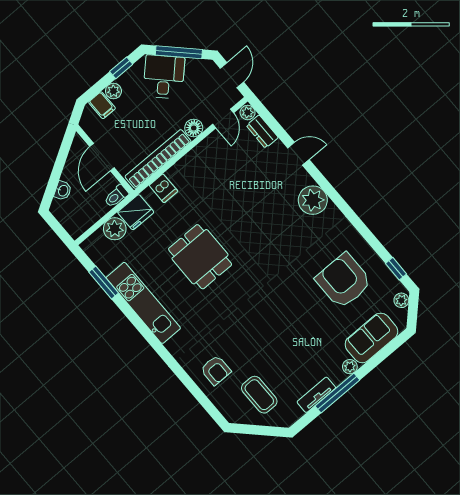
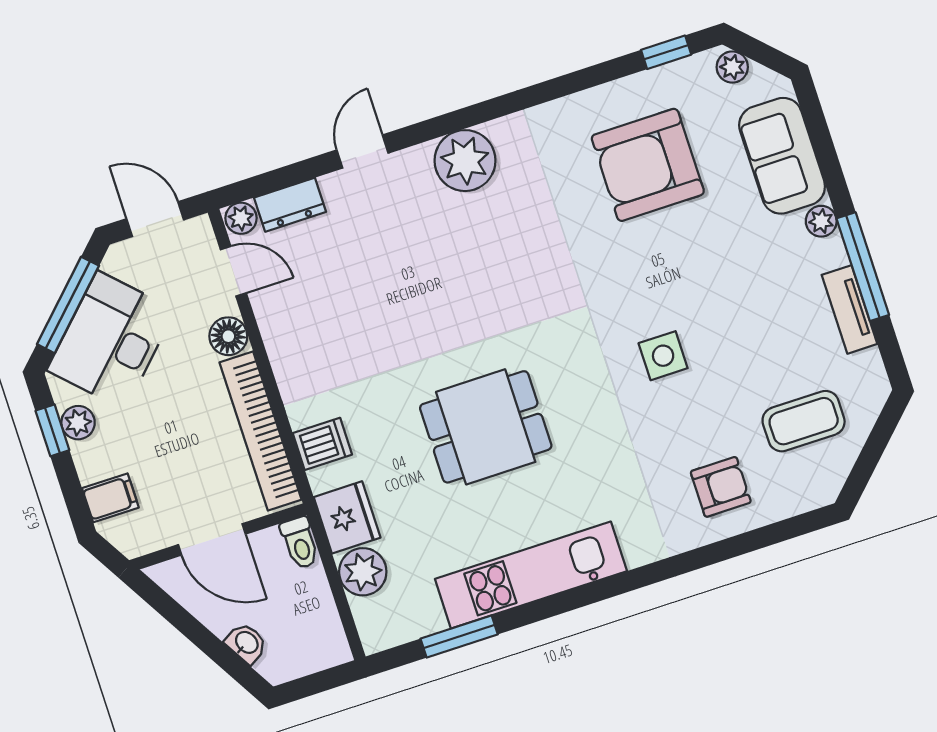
desk: (164, 77) -> (111, 340), width x1.37
plant: (113, 91) -> (78, 423), moved
side table: (263, 322) -> (663, 356), added

